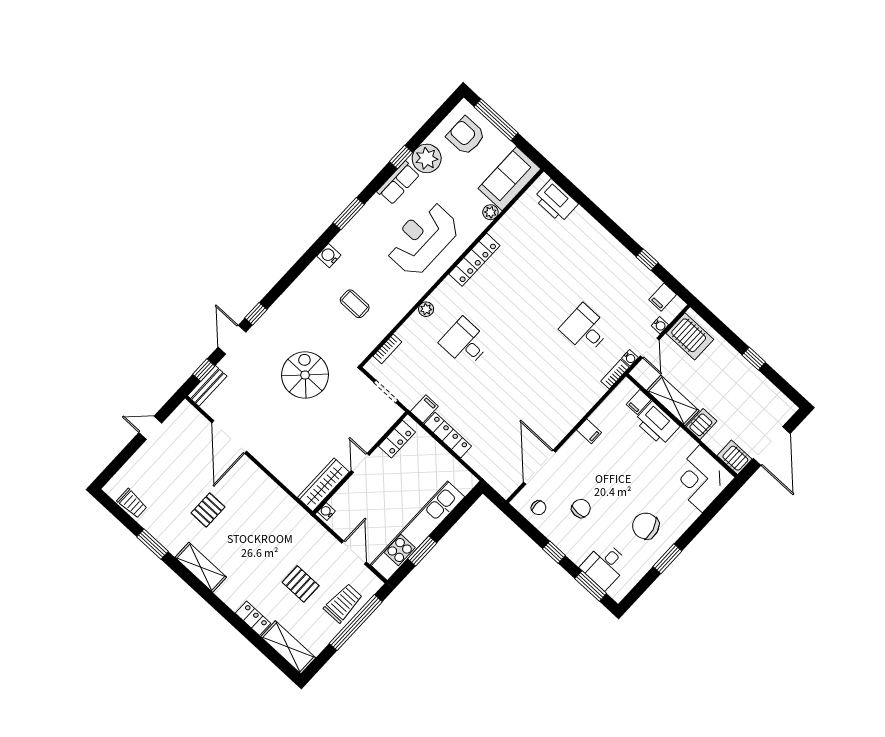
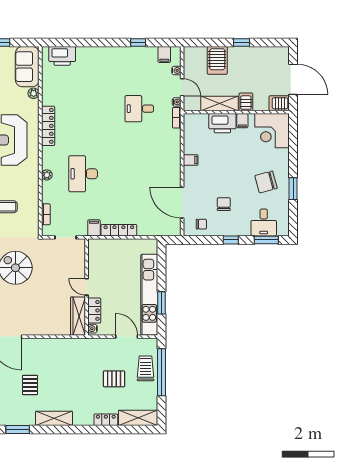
server rack: (690, 336) -> (217, 60), moved, turned 90
desk: (465, 343) -> (83, 174), width x1.37
filing cabinet: (639, 402) -> (242, 121), moved
locker: (397, 439) -> (94, 310), moved

